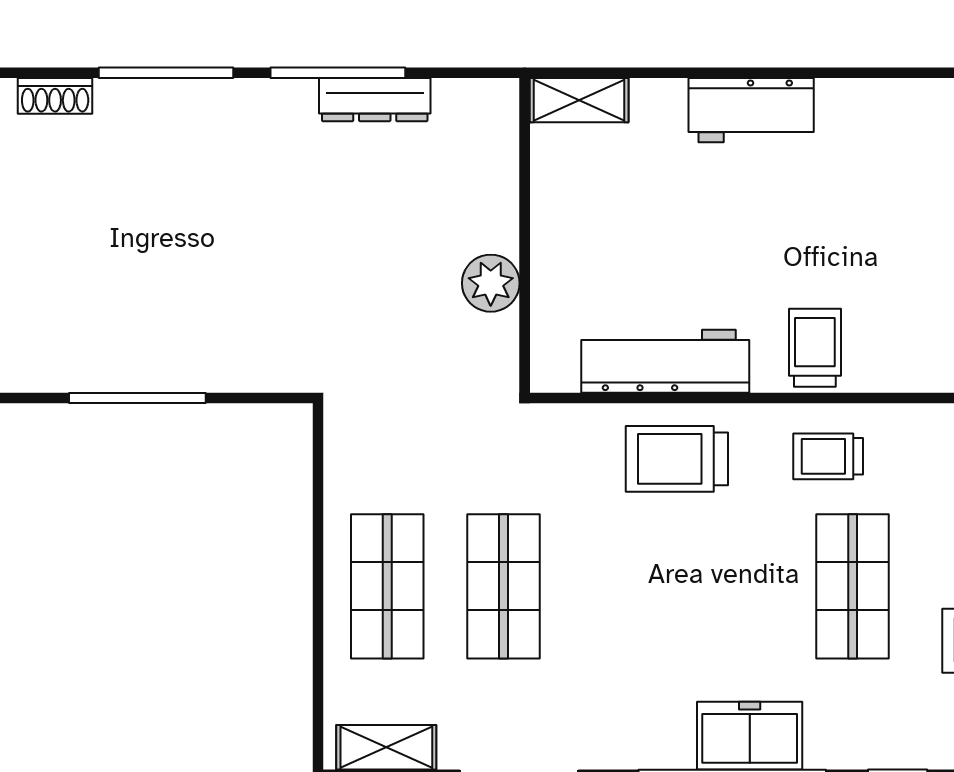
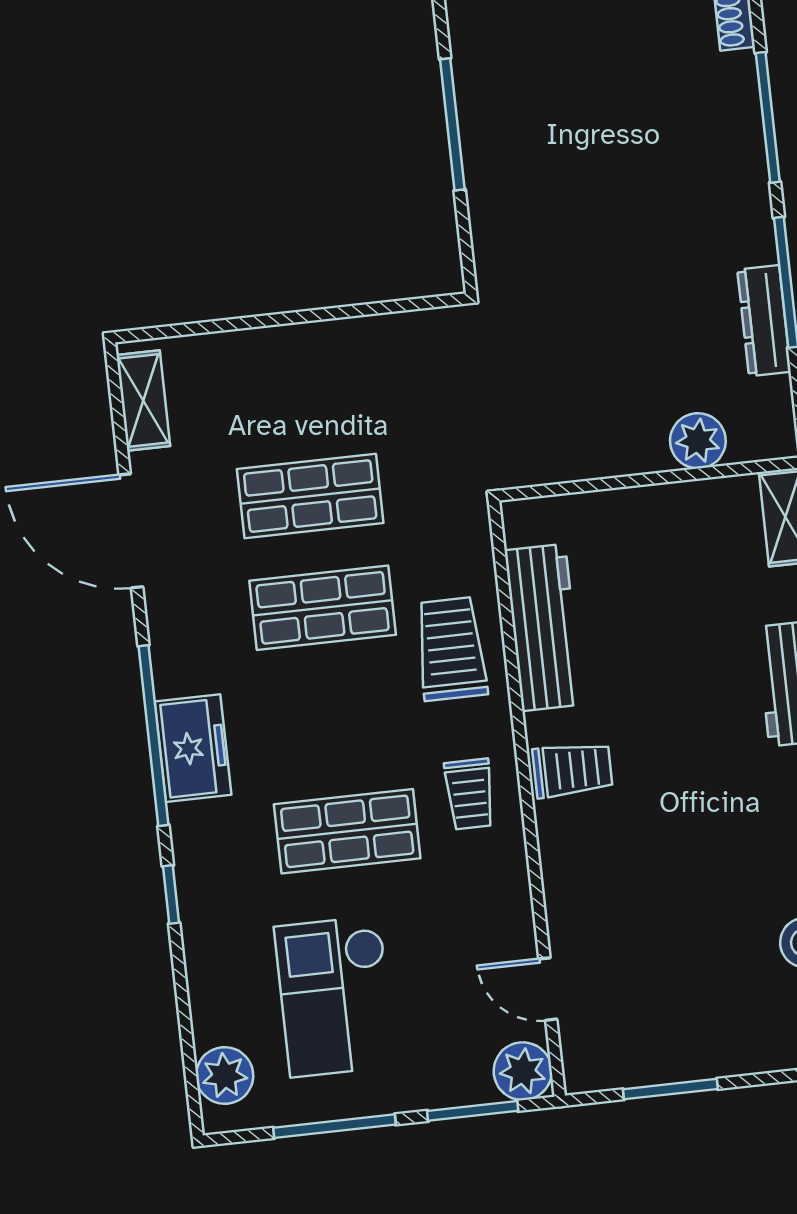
plant: (491, 283) -> (698, 441), moved
trolley: (828, 456) -> (470, 794), turned 180
shop shelf: (387, 586) -> (323, 608), moved

